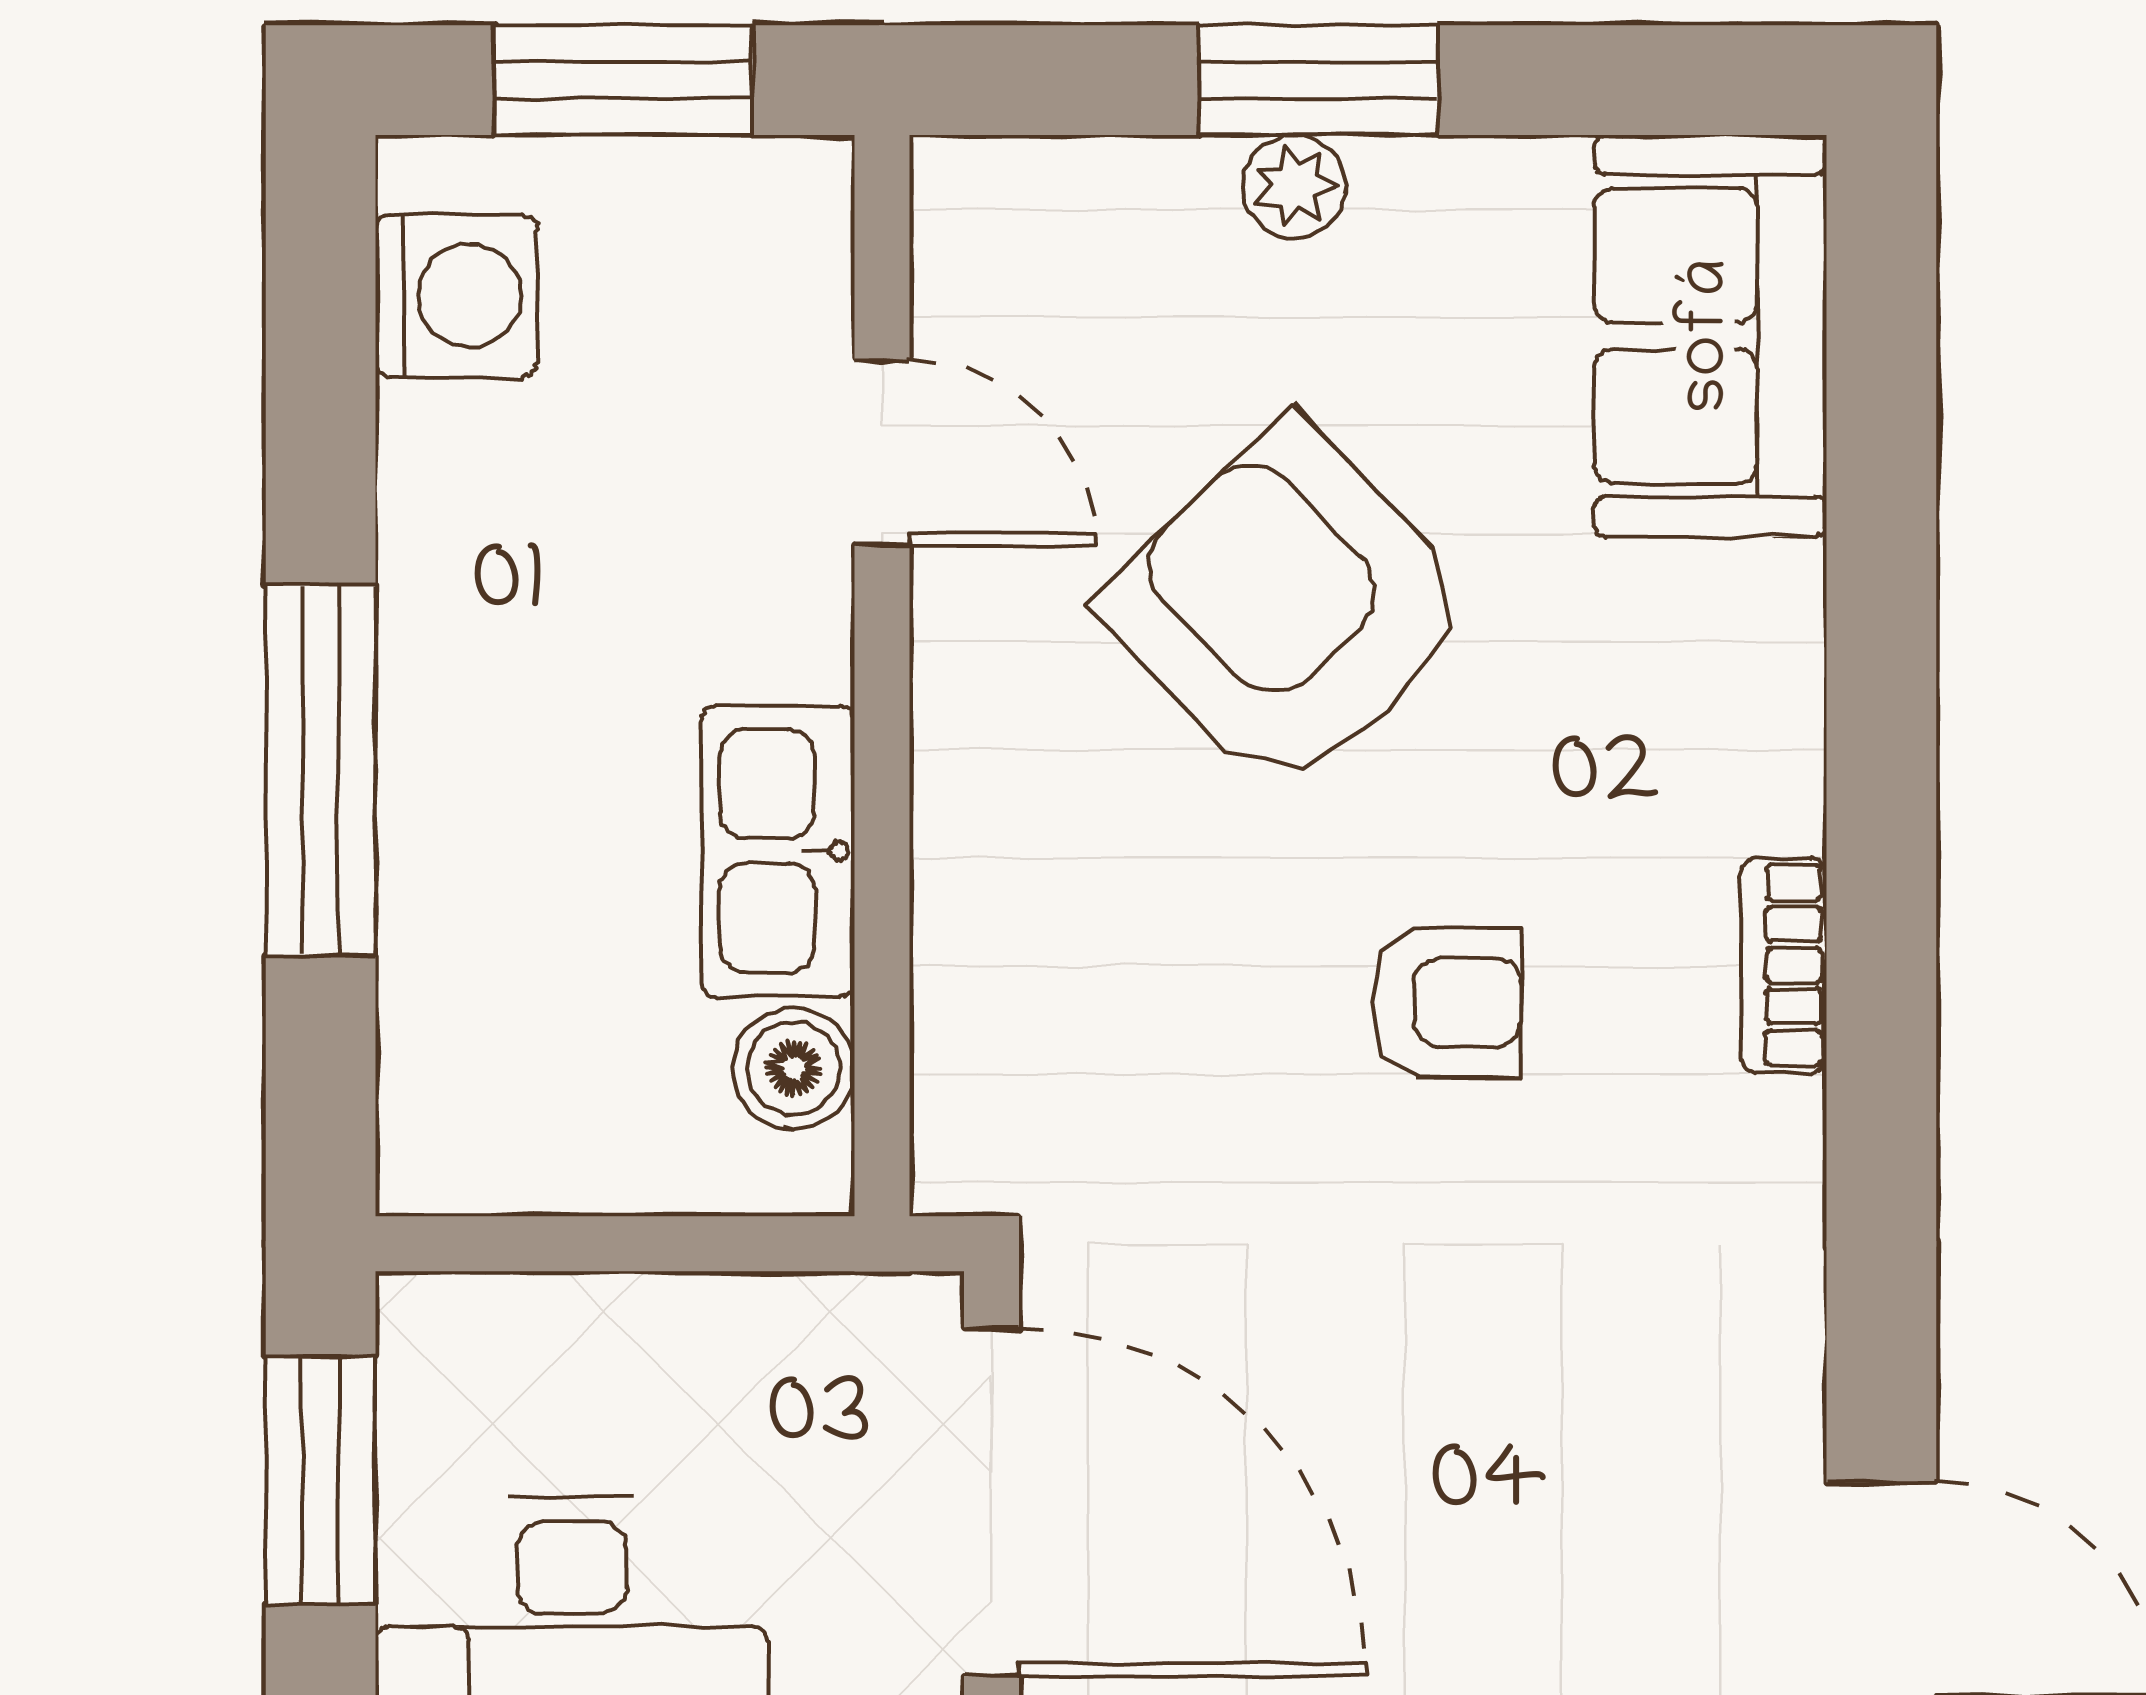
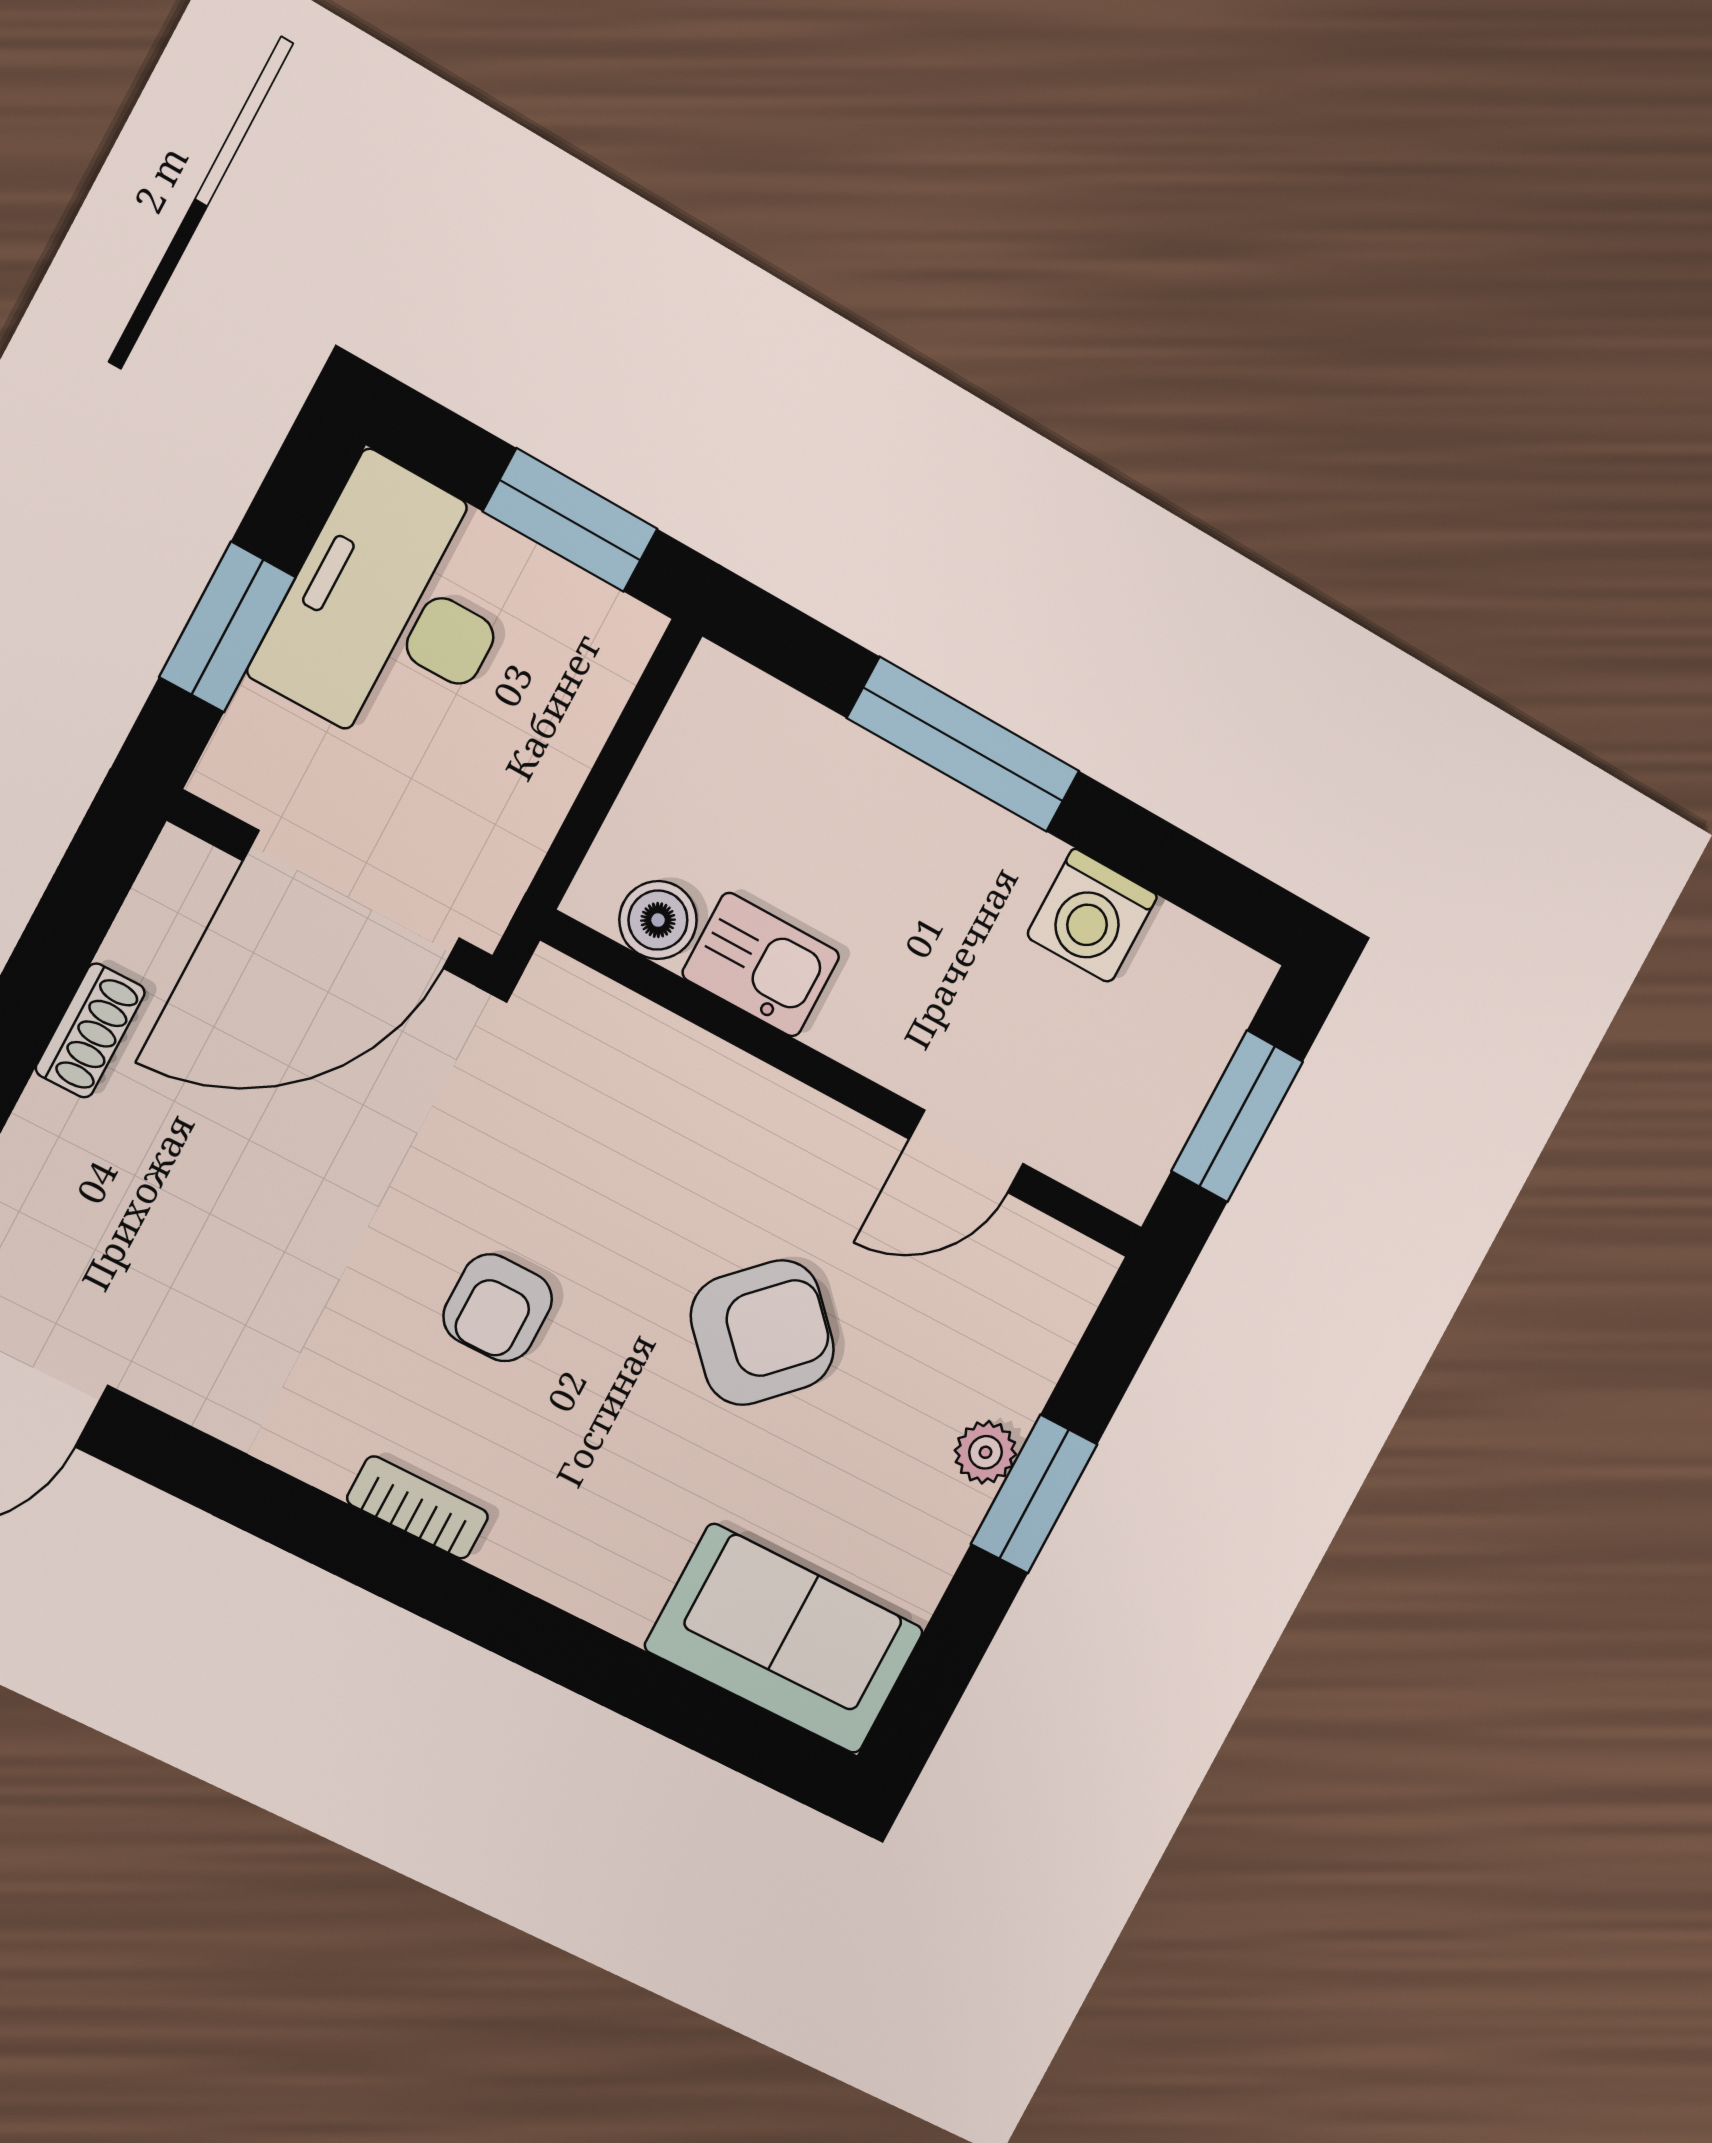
washing machine: (456, 296) -> (1092, 916), moved
armchair: (1289, 607) -> (762, 1333), width x0.73, depth x0.73
kitchen sink: (778, 851) -> (761, 965), width x0.73

